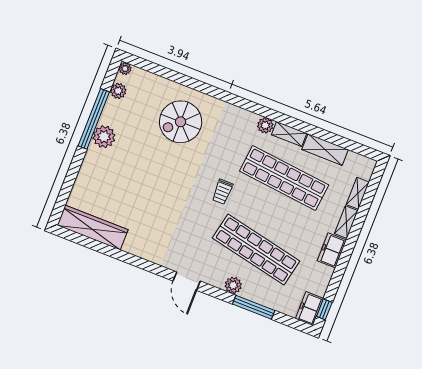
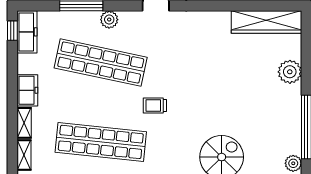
plant: (104, 137) -> (290, 72), moved
trolley: (222, 192) -> (155, 105), turned -90
freezer: (309, 309) -> (27, 32), width x1.40

